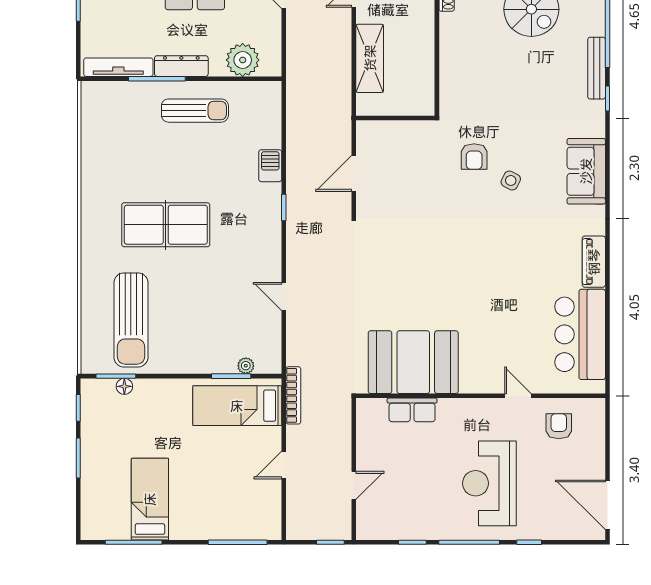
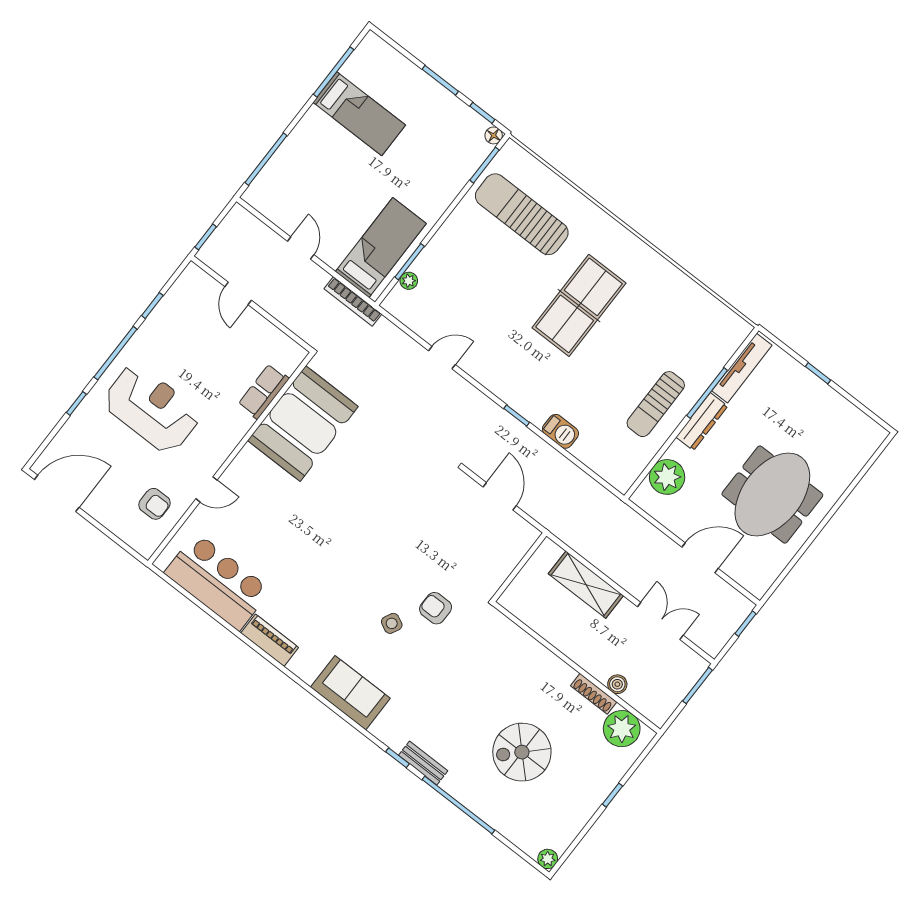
bench: (597, 68) -> (423, 763), width x0.73
floor lamp: (124, 386) -> (494, 135), moved

